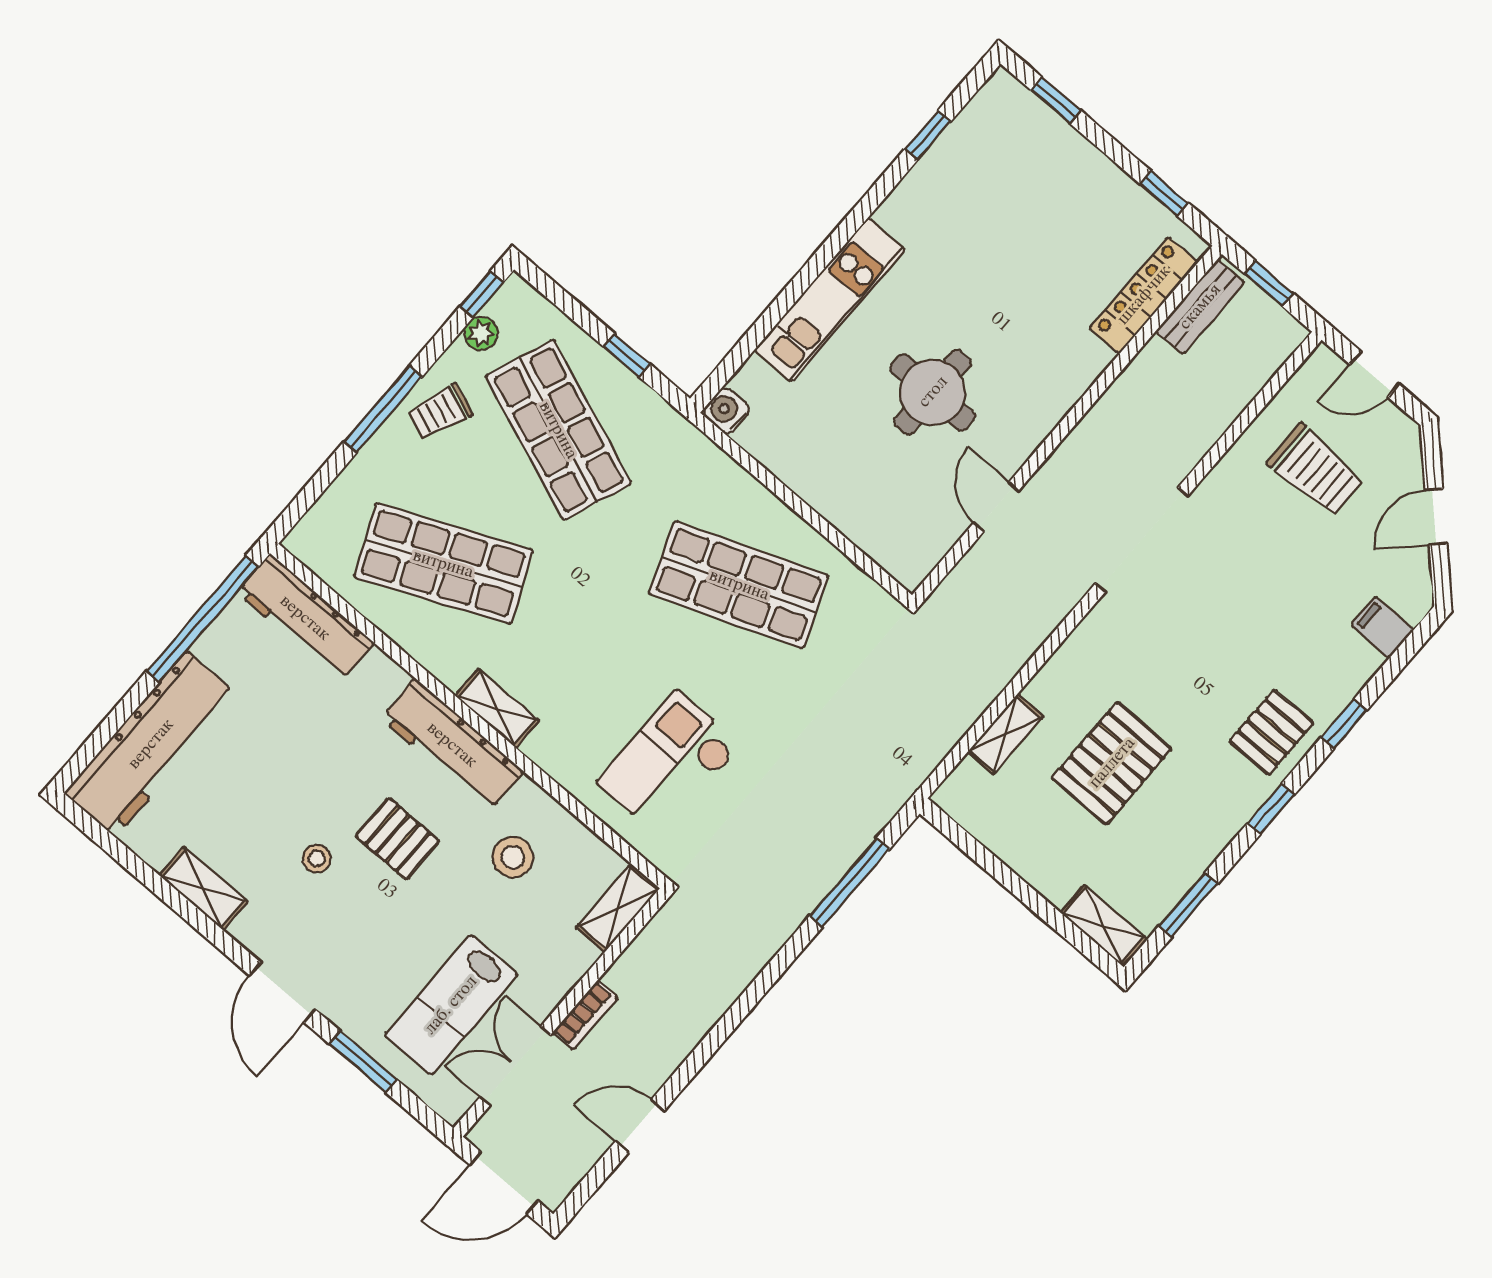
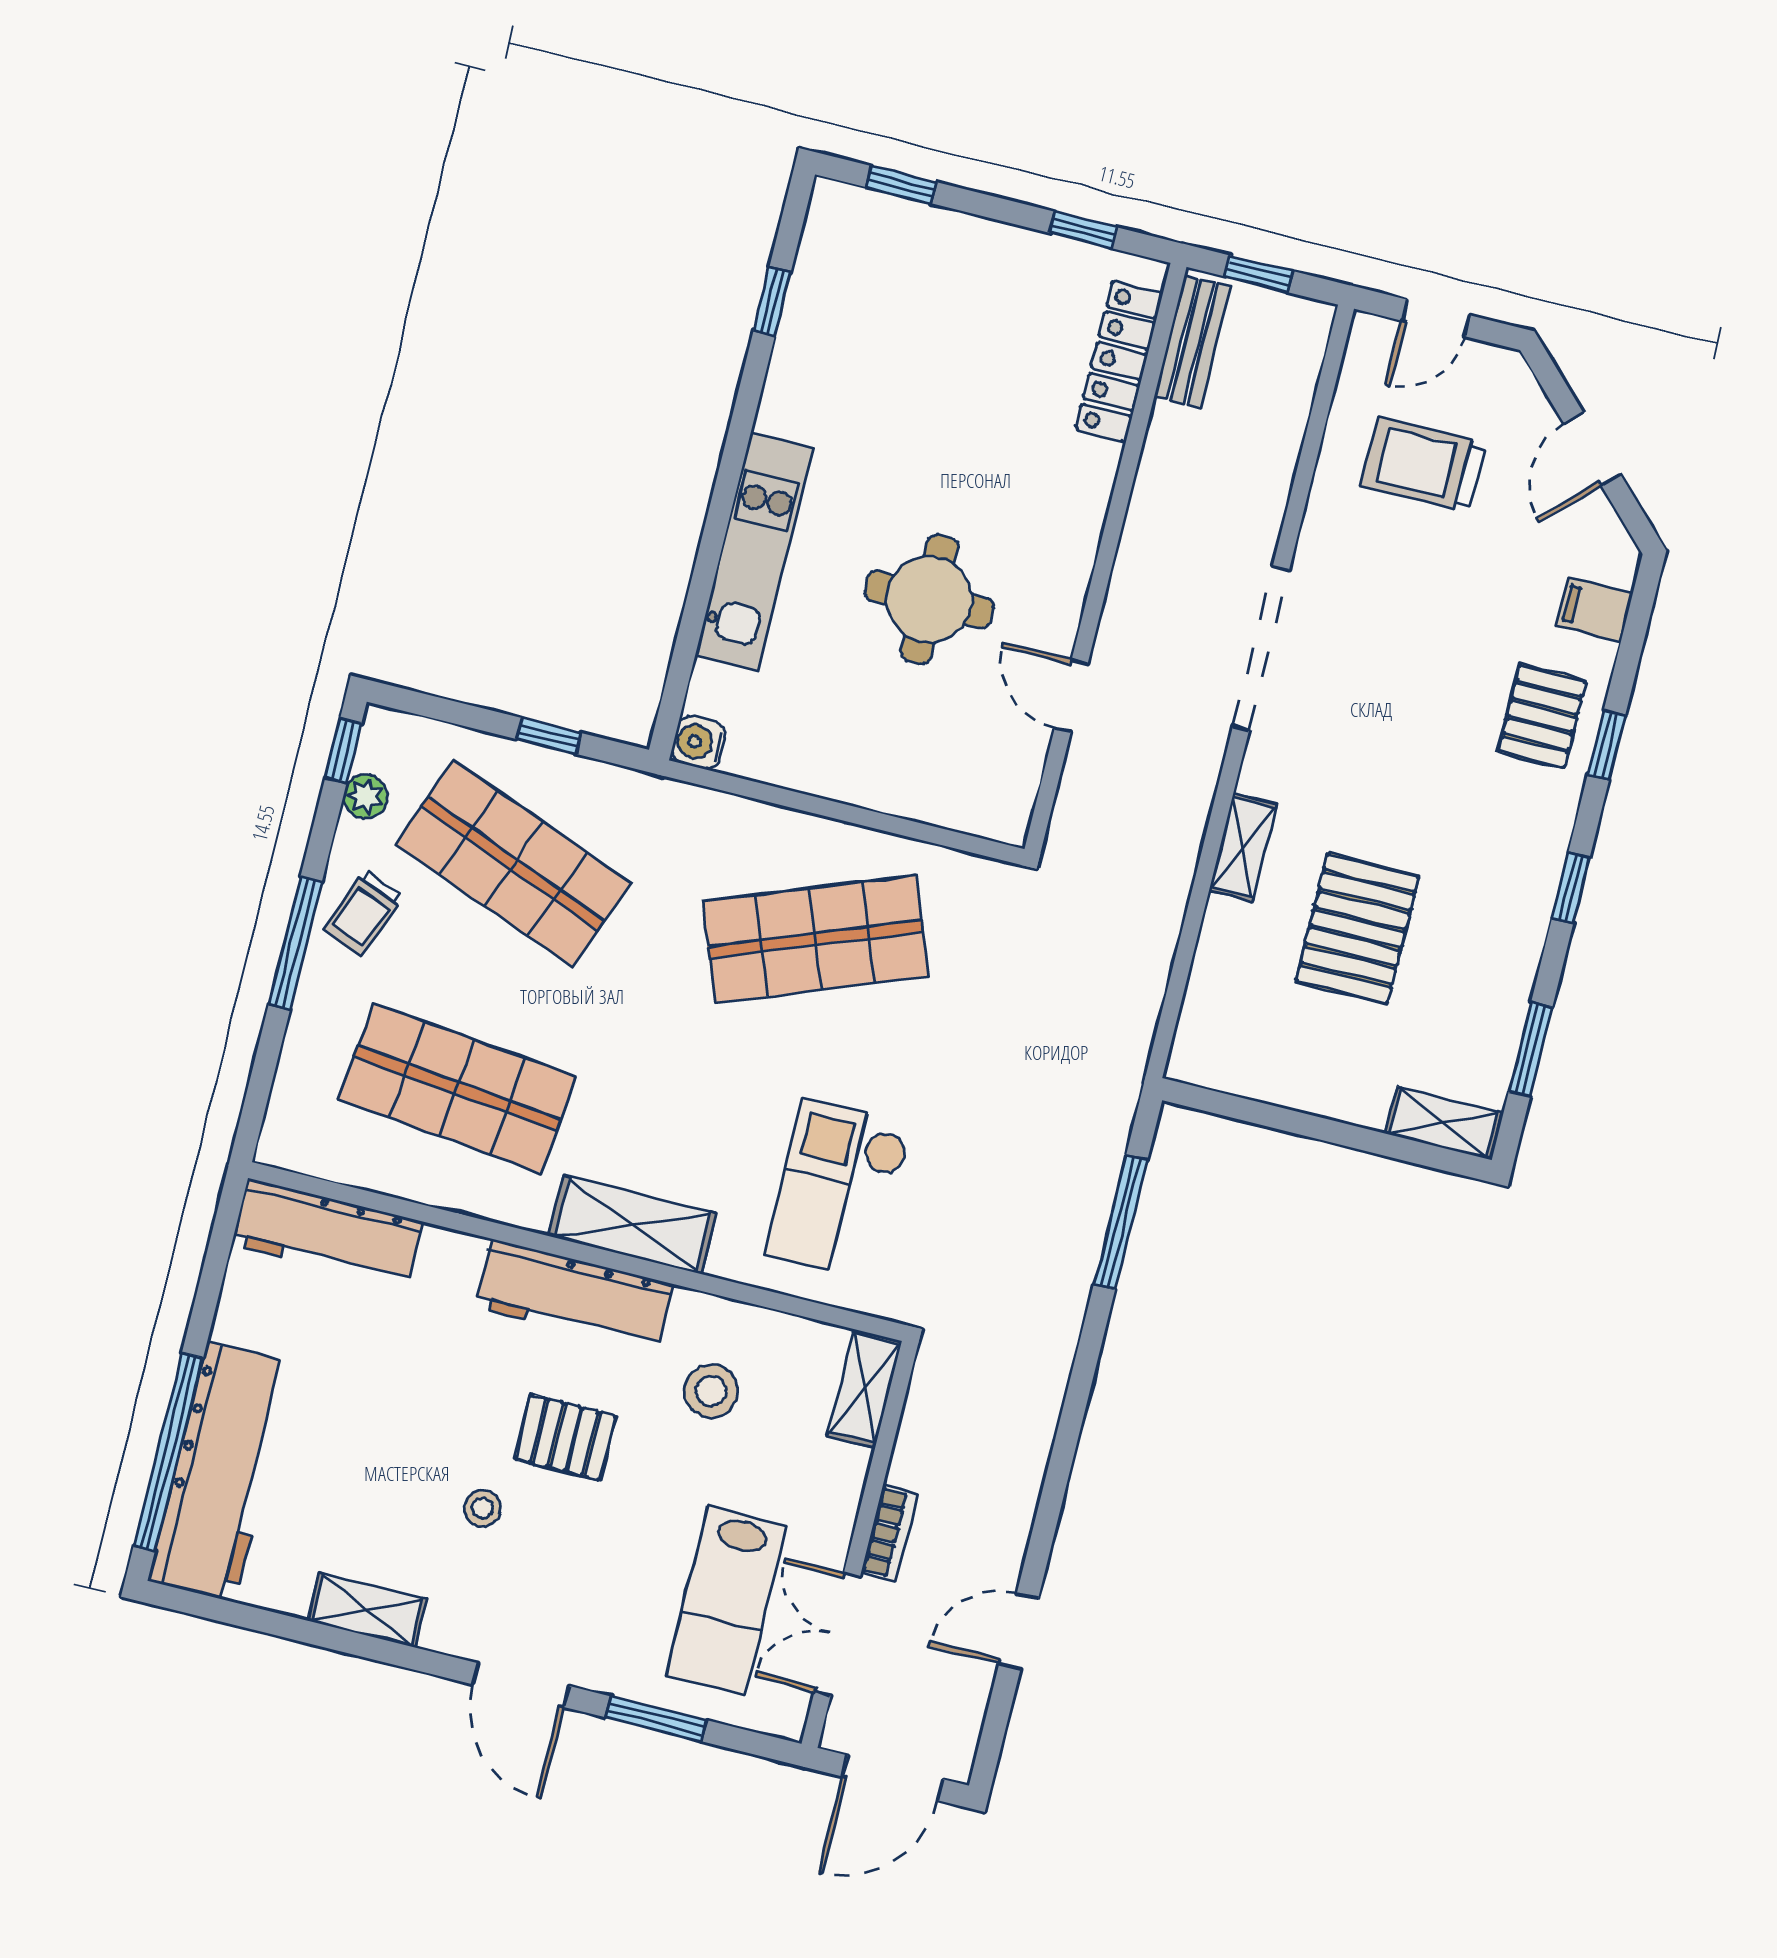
trolley: (1316, 470) -> (1424, 465), turned 180
shop shelf: (443, 564) -> (457, 1088), turned 30
window: (203, 619) -> (168, 1452), moved
shelving: (497, 708) -> (633, 1225), width x1.50, depth x1.33
pallet: (1272, 732) -> (1542, 716), moved
shelving: (1005, 734) -> (1243, 847), moved

